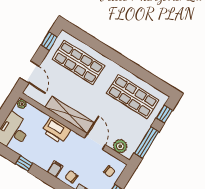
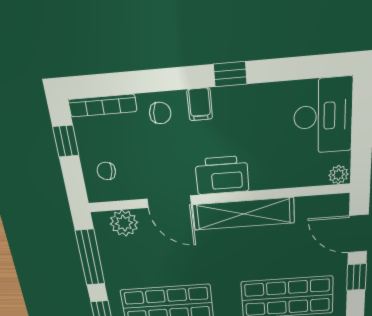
window: (49, 41) -> (356, 277), moved
printer: (56, 130) -> (222, 175), moved
window: (24, 164) -> (230, 74), moved

